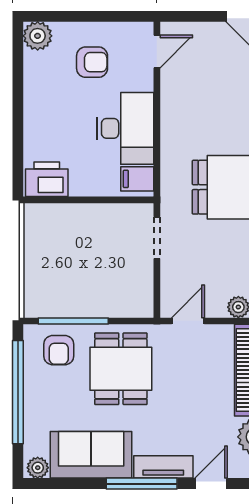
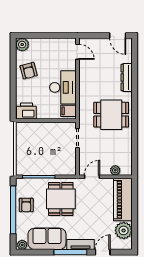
door: (157, 52) -> (77, 52), hinge flipped
armchair: (92, 62) -> (29, 71), moved, turned 75
armchair: (59, 350) -> (26, 205), moved

